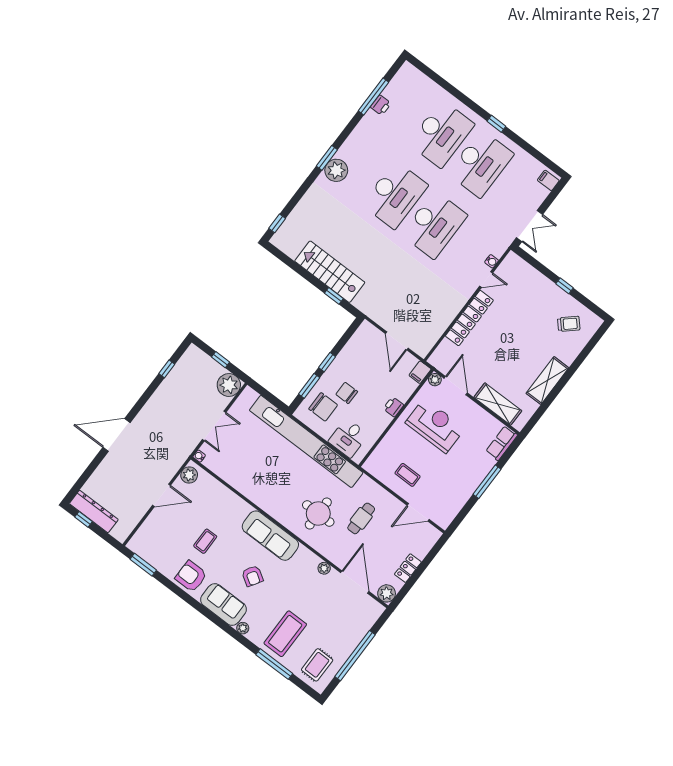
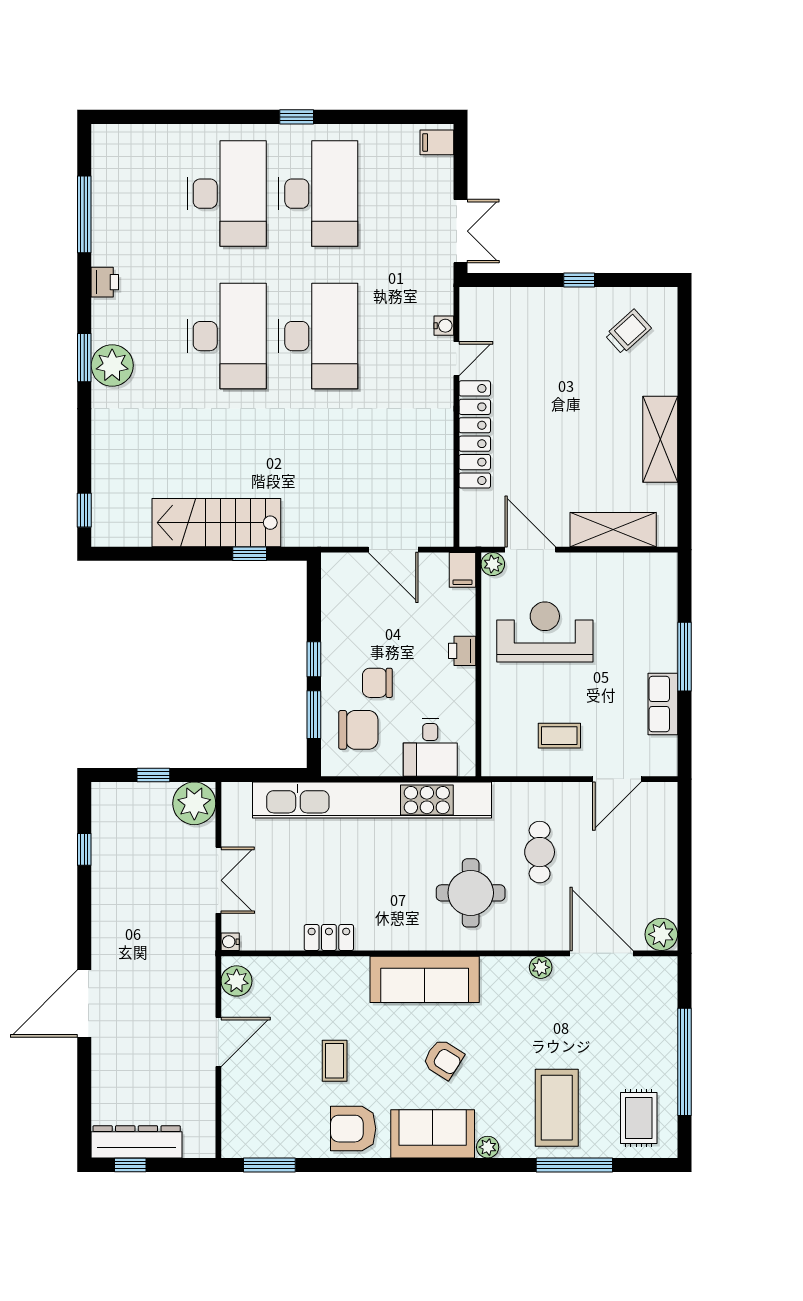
printer: (381, 105) -> (105, 282), moved
row of seats: (502, 443) -> (663, 704), moved
locker: (408, 568) -> (329, 938), moved, turned 90

